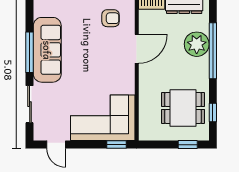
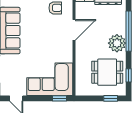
plant: (197, 44) -> (117, 43), moved

